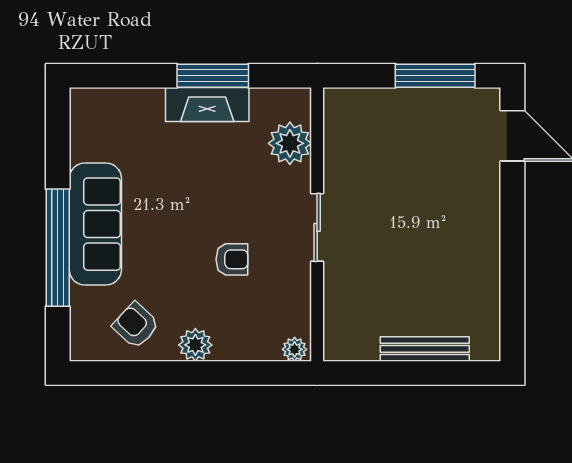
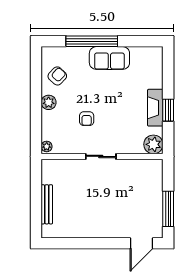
window: (213, 76) -> (168, 110), width x0.69
plant: (290, 143) -> (153, 144), moved
sofa: (95, 224) -> (109, 58), width x0.73

